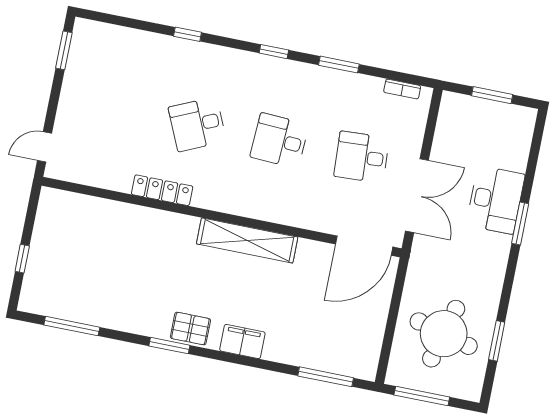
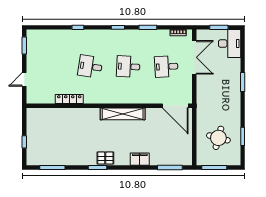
desk: (197, 124) -> (90, 67), turned 33
door: (45, 147) -> (24, 79), moved
locker: (162, 190) -> (69, 99), moved
double door: (417, 196) -> (194, 57), moved
desk: (495, 200) -> (230, 44), moved
door: (364, 246) -> (175, 106), hinge flipped
round table: (444, 334) -> (218, 138), width x0.73, depth x0.73
filing cabinet: (242, 341) -> (140, 159), moved

